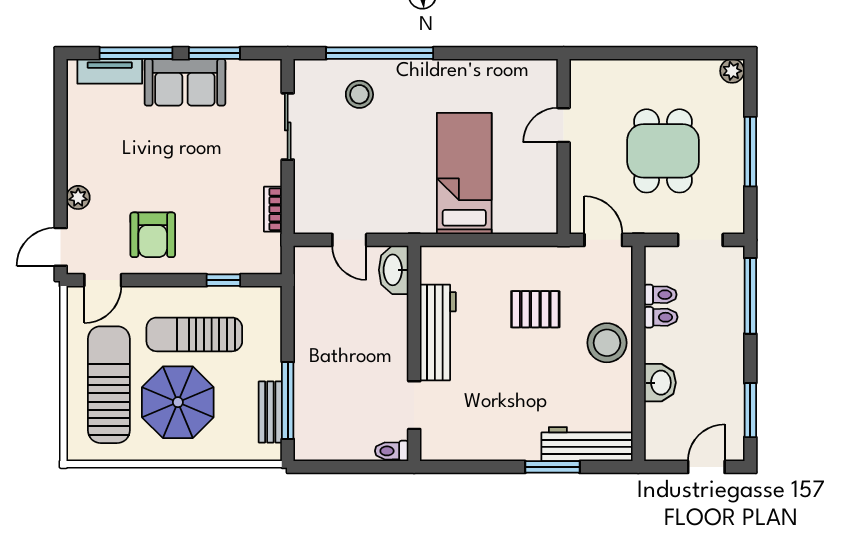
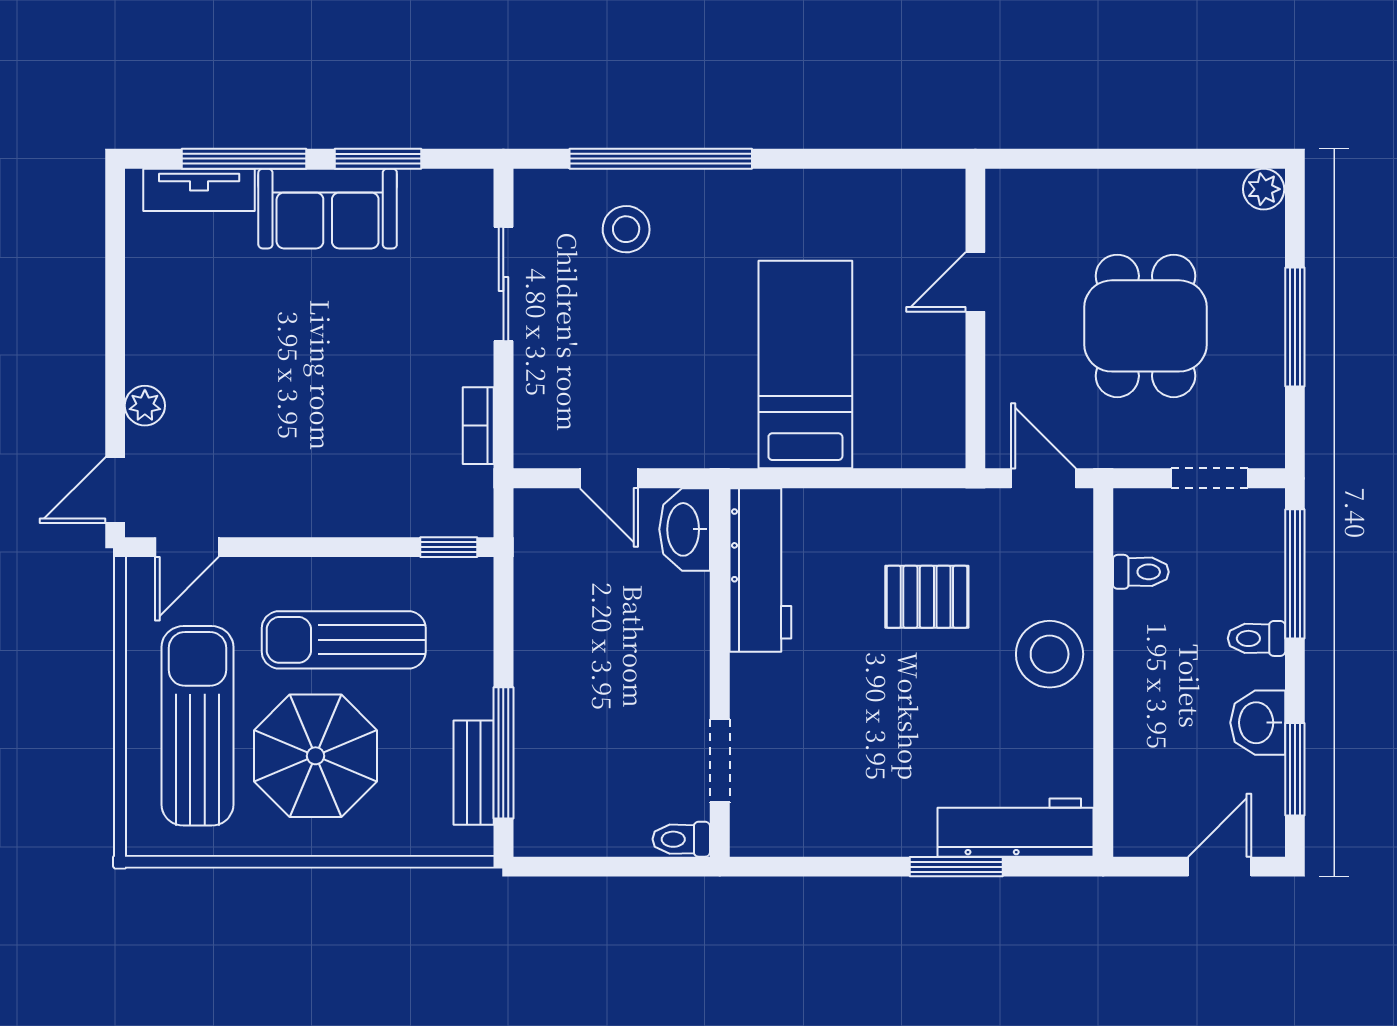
armchair: (153, 235) -> (273, 470), removed
window: (223, 280) -> (449, 547), moved
toilet: (661, 317) -> (1256, 638), moved, turned 180
workbench: (438, 332) -> (760, 570), moved
washbasin: (660, 383) -> (1258, 723), moved, turned 180

